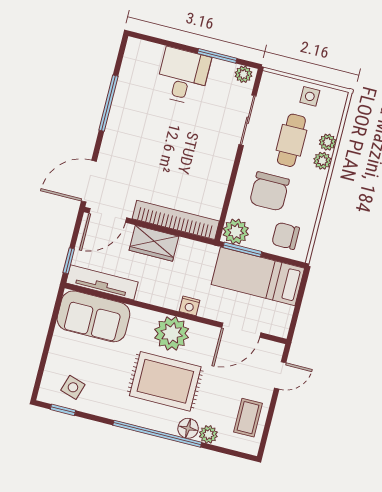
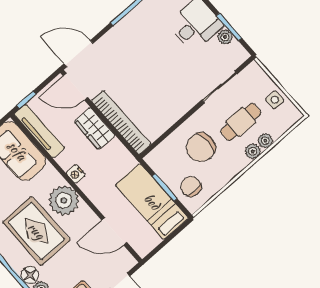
plant: (243, 74) -> (225, 37), moved
plant: (236, 232) -> (158, 159), removed
window: (242, 250) -> (165, 187), moved
nightstand: (190, 306) -> (76, 174), moved

